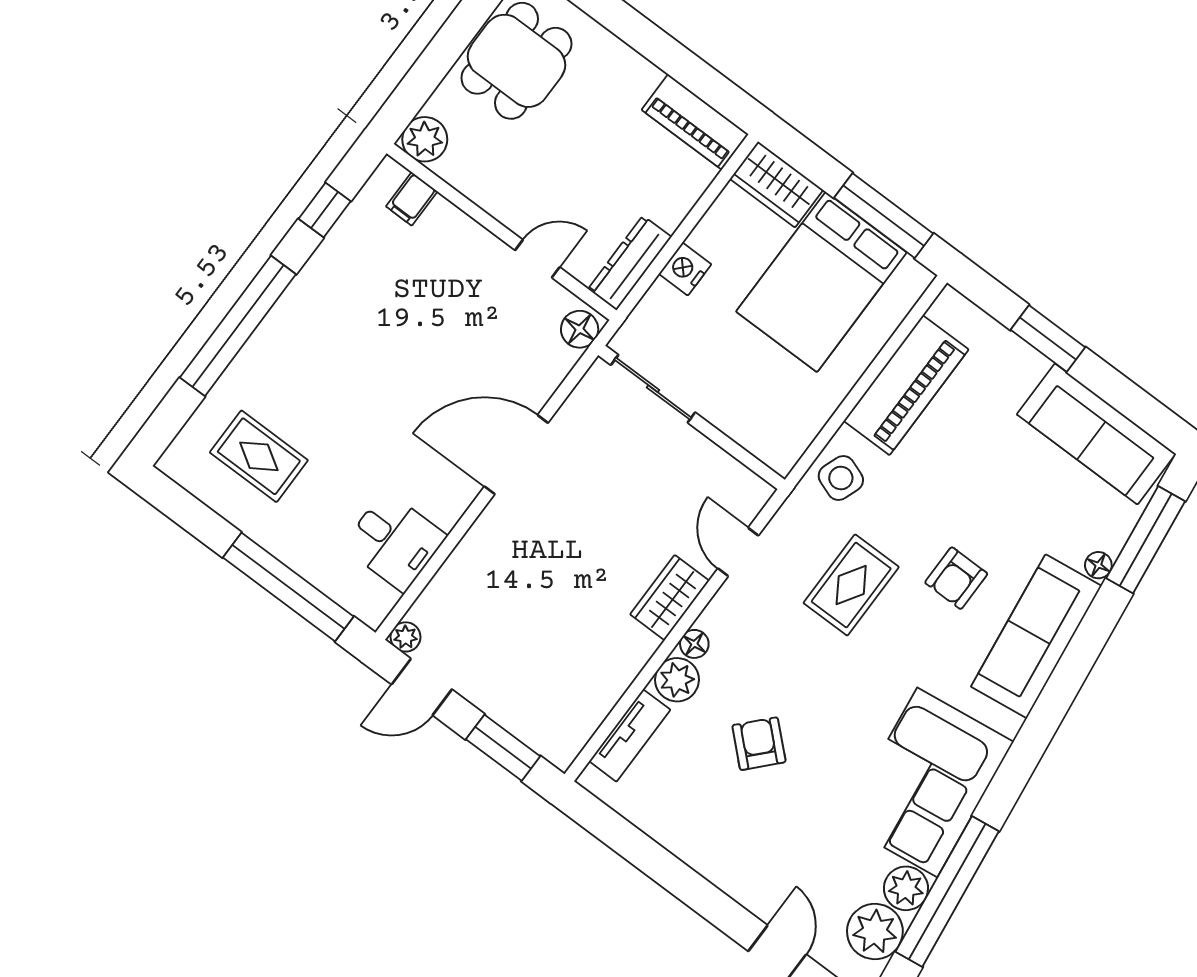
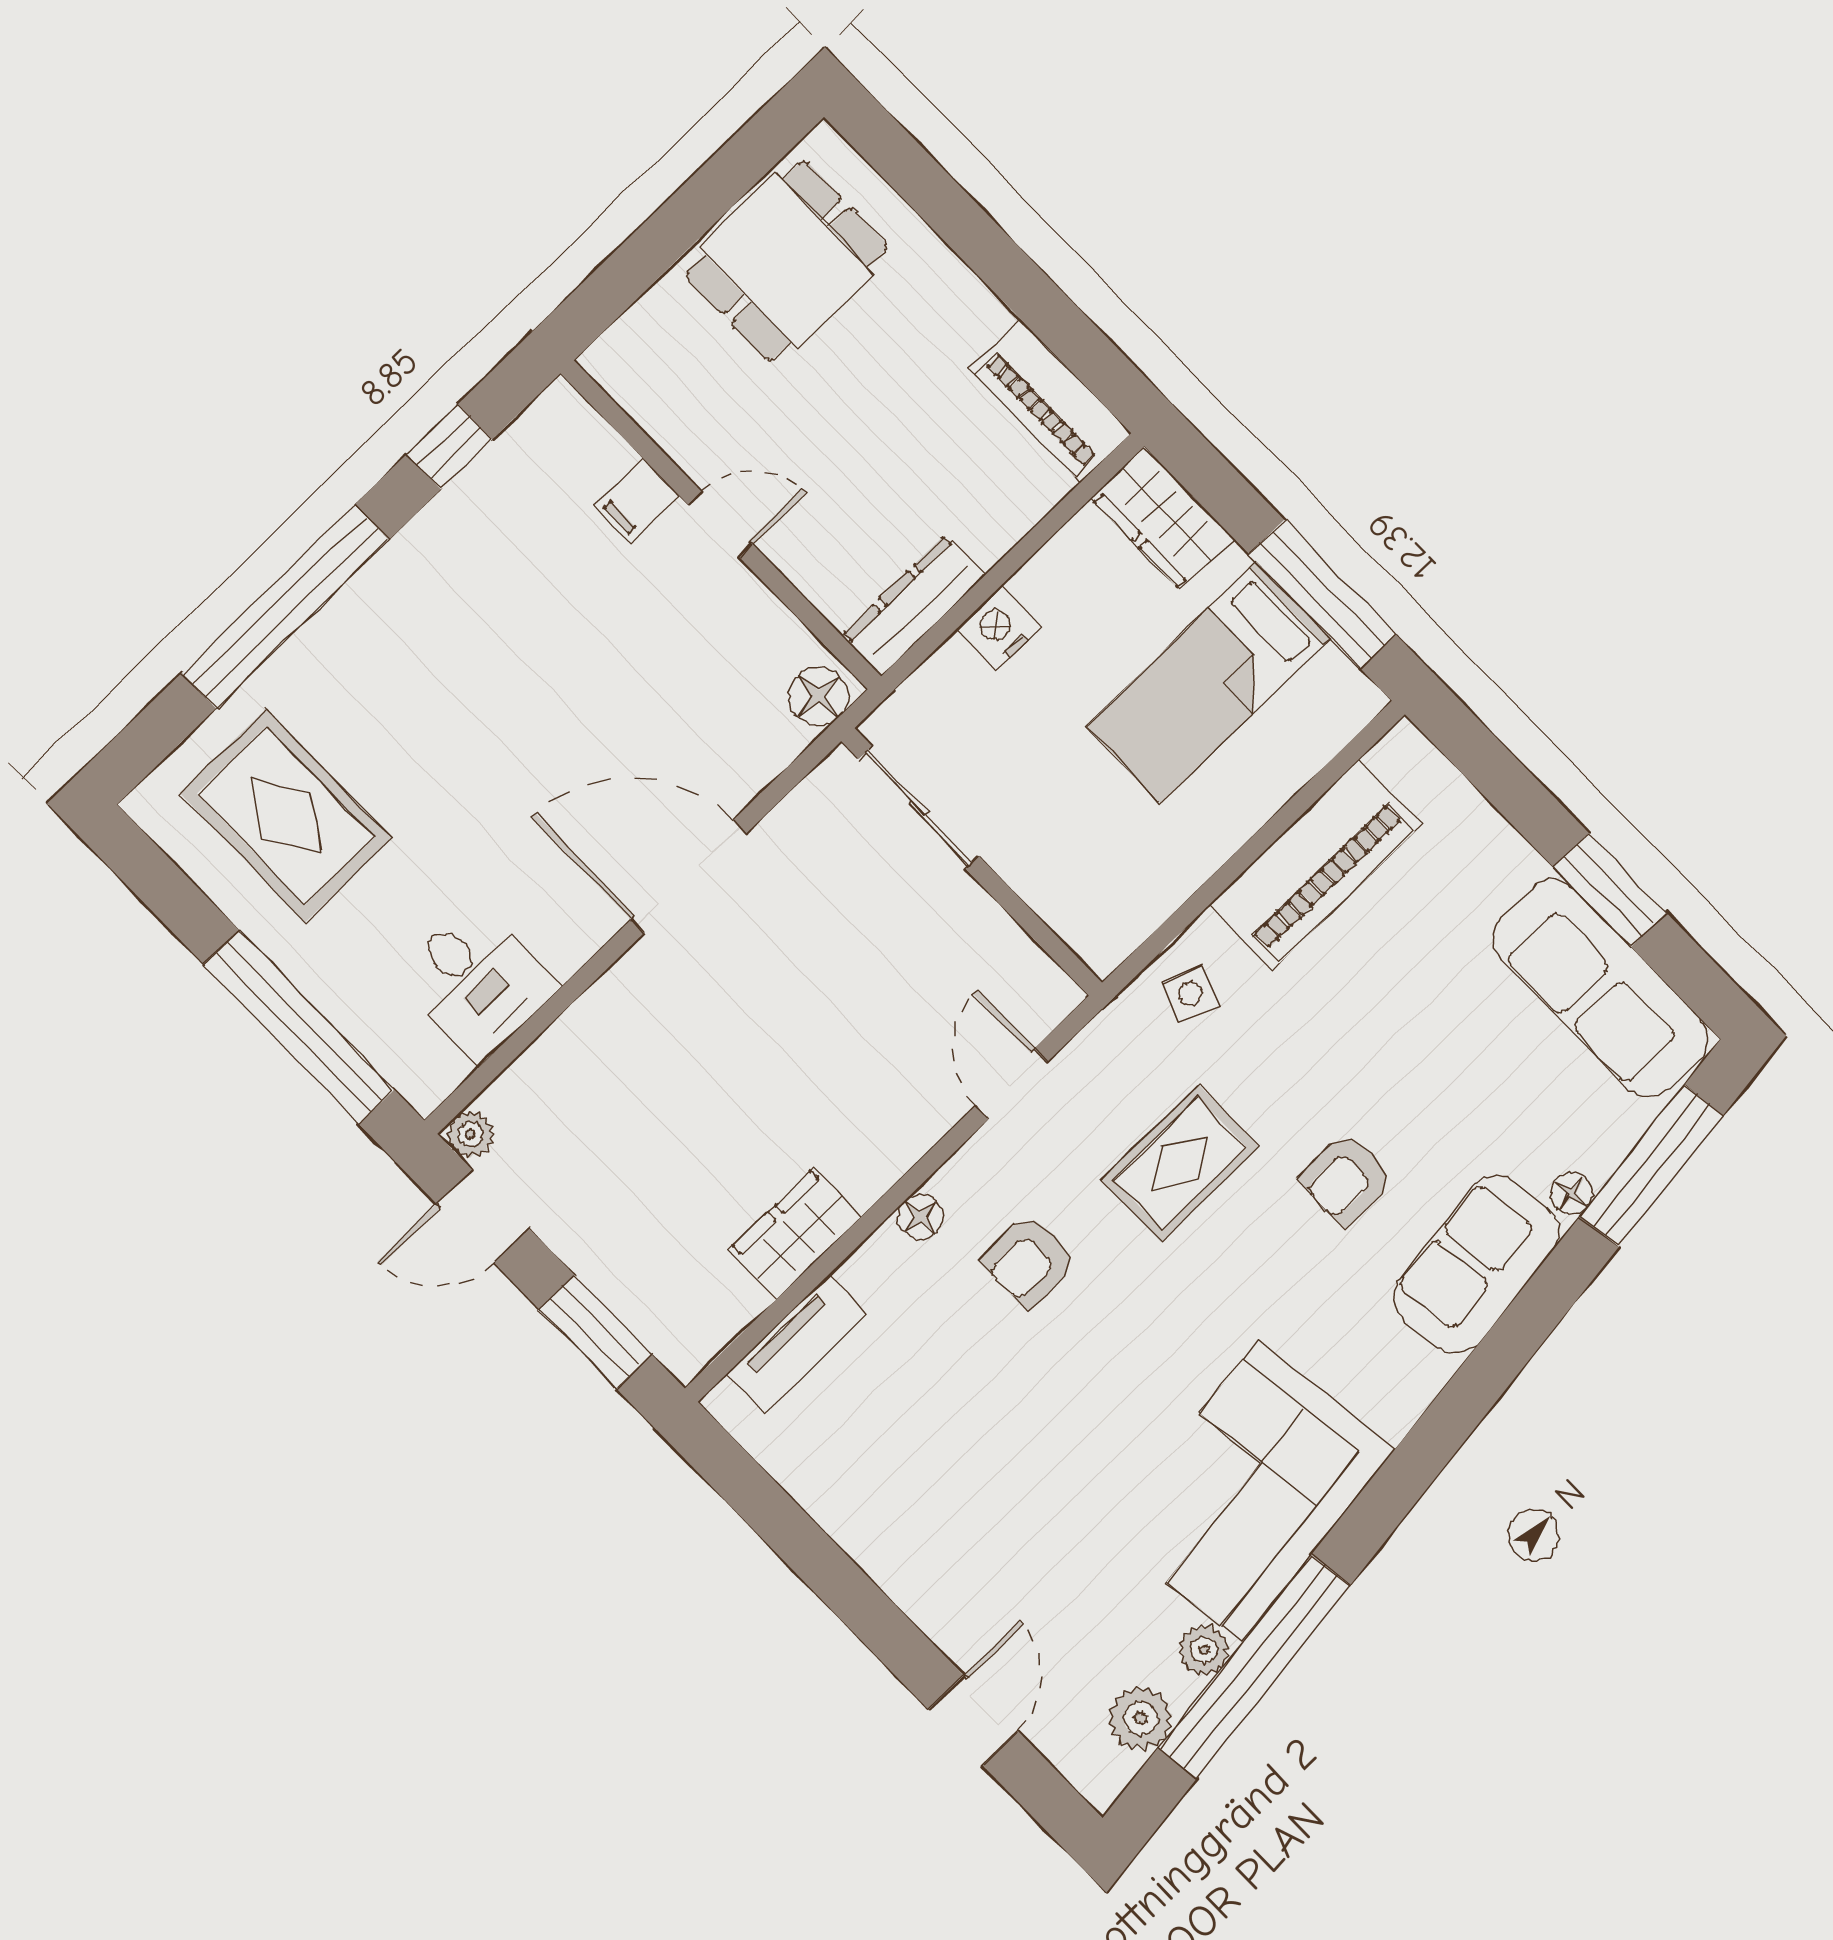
plant: (425, 139) -> (624, 361), removed
filing cabinet: (412, 199) -> (637, 500), moved
door: (537, 259) -> (720, 524), moved
bed: (821, 282) -> (1208, 682), width x0.67
window: (1048, 339) -> (1610, 890), moved
rug: (259, 456) -> (286, 816), width x1.36, depth x1.43
side table: (841, 478) -> (1190, 994), width x0.73, depth x0.73
wardrobe: (670, 598) -> (795, 1233), moved
sofa: (1036, 636) -> (1477, 1265), width x0.73
plant: (677, 680) -> (884, 1269), removed
armchair: (759, 744) -> (1029, 1261), moved, turned -133
plant: (906, 888) -> (1204, 1650), width x0.73, depth x0.73
plant: (875, 931) -> (1140, 1718), width x0.73, depth x0.73

